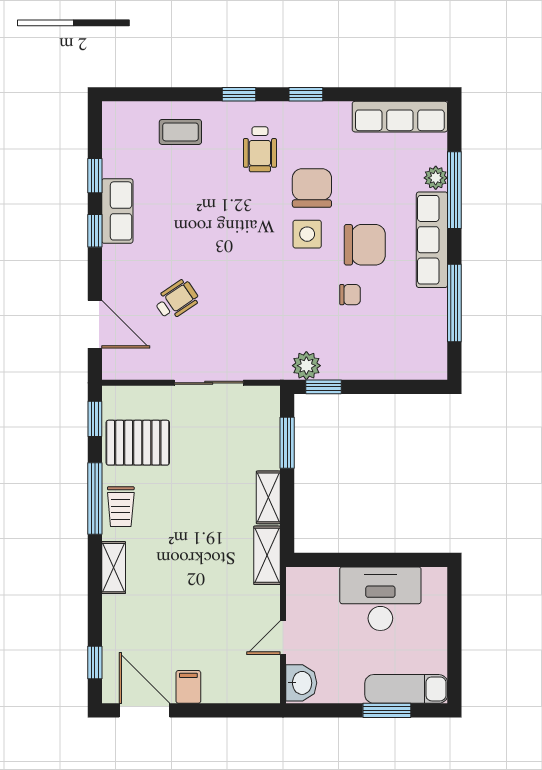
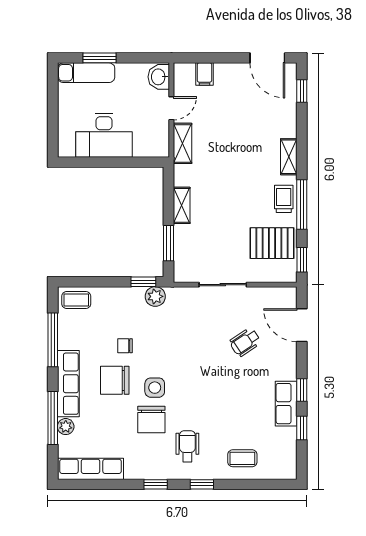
coffee table: (421, 361) -> (76, 300), added
shelving: (267, 555) -> (182, 143), moved
filing cabinet: (188, 687) -> (204, 74), moved

